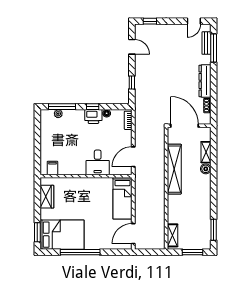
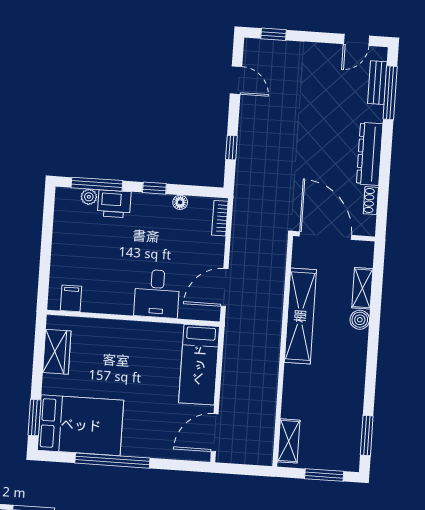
printer: (93, 117) -> (114, 204), moved

